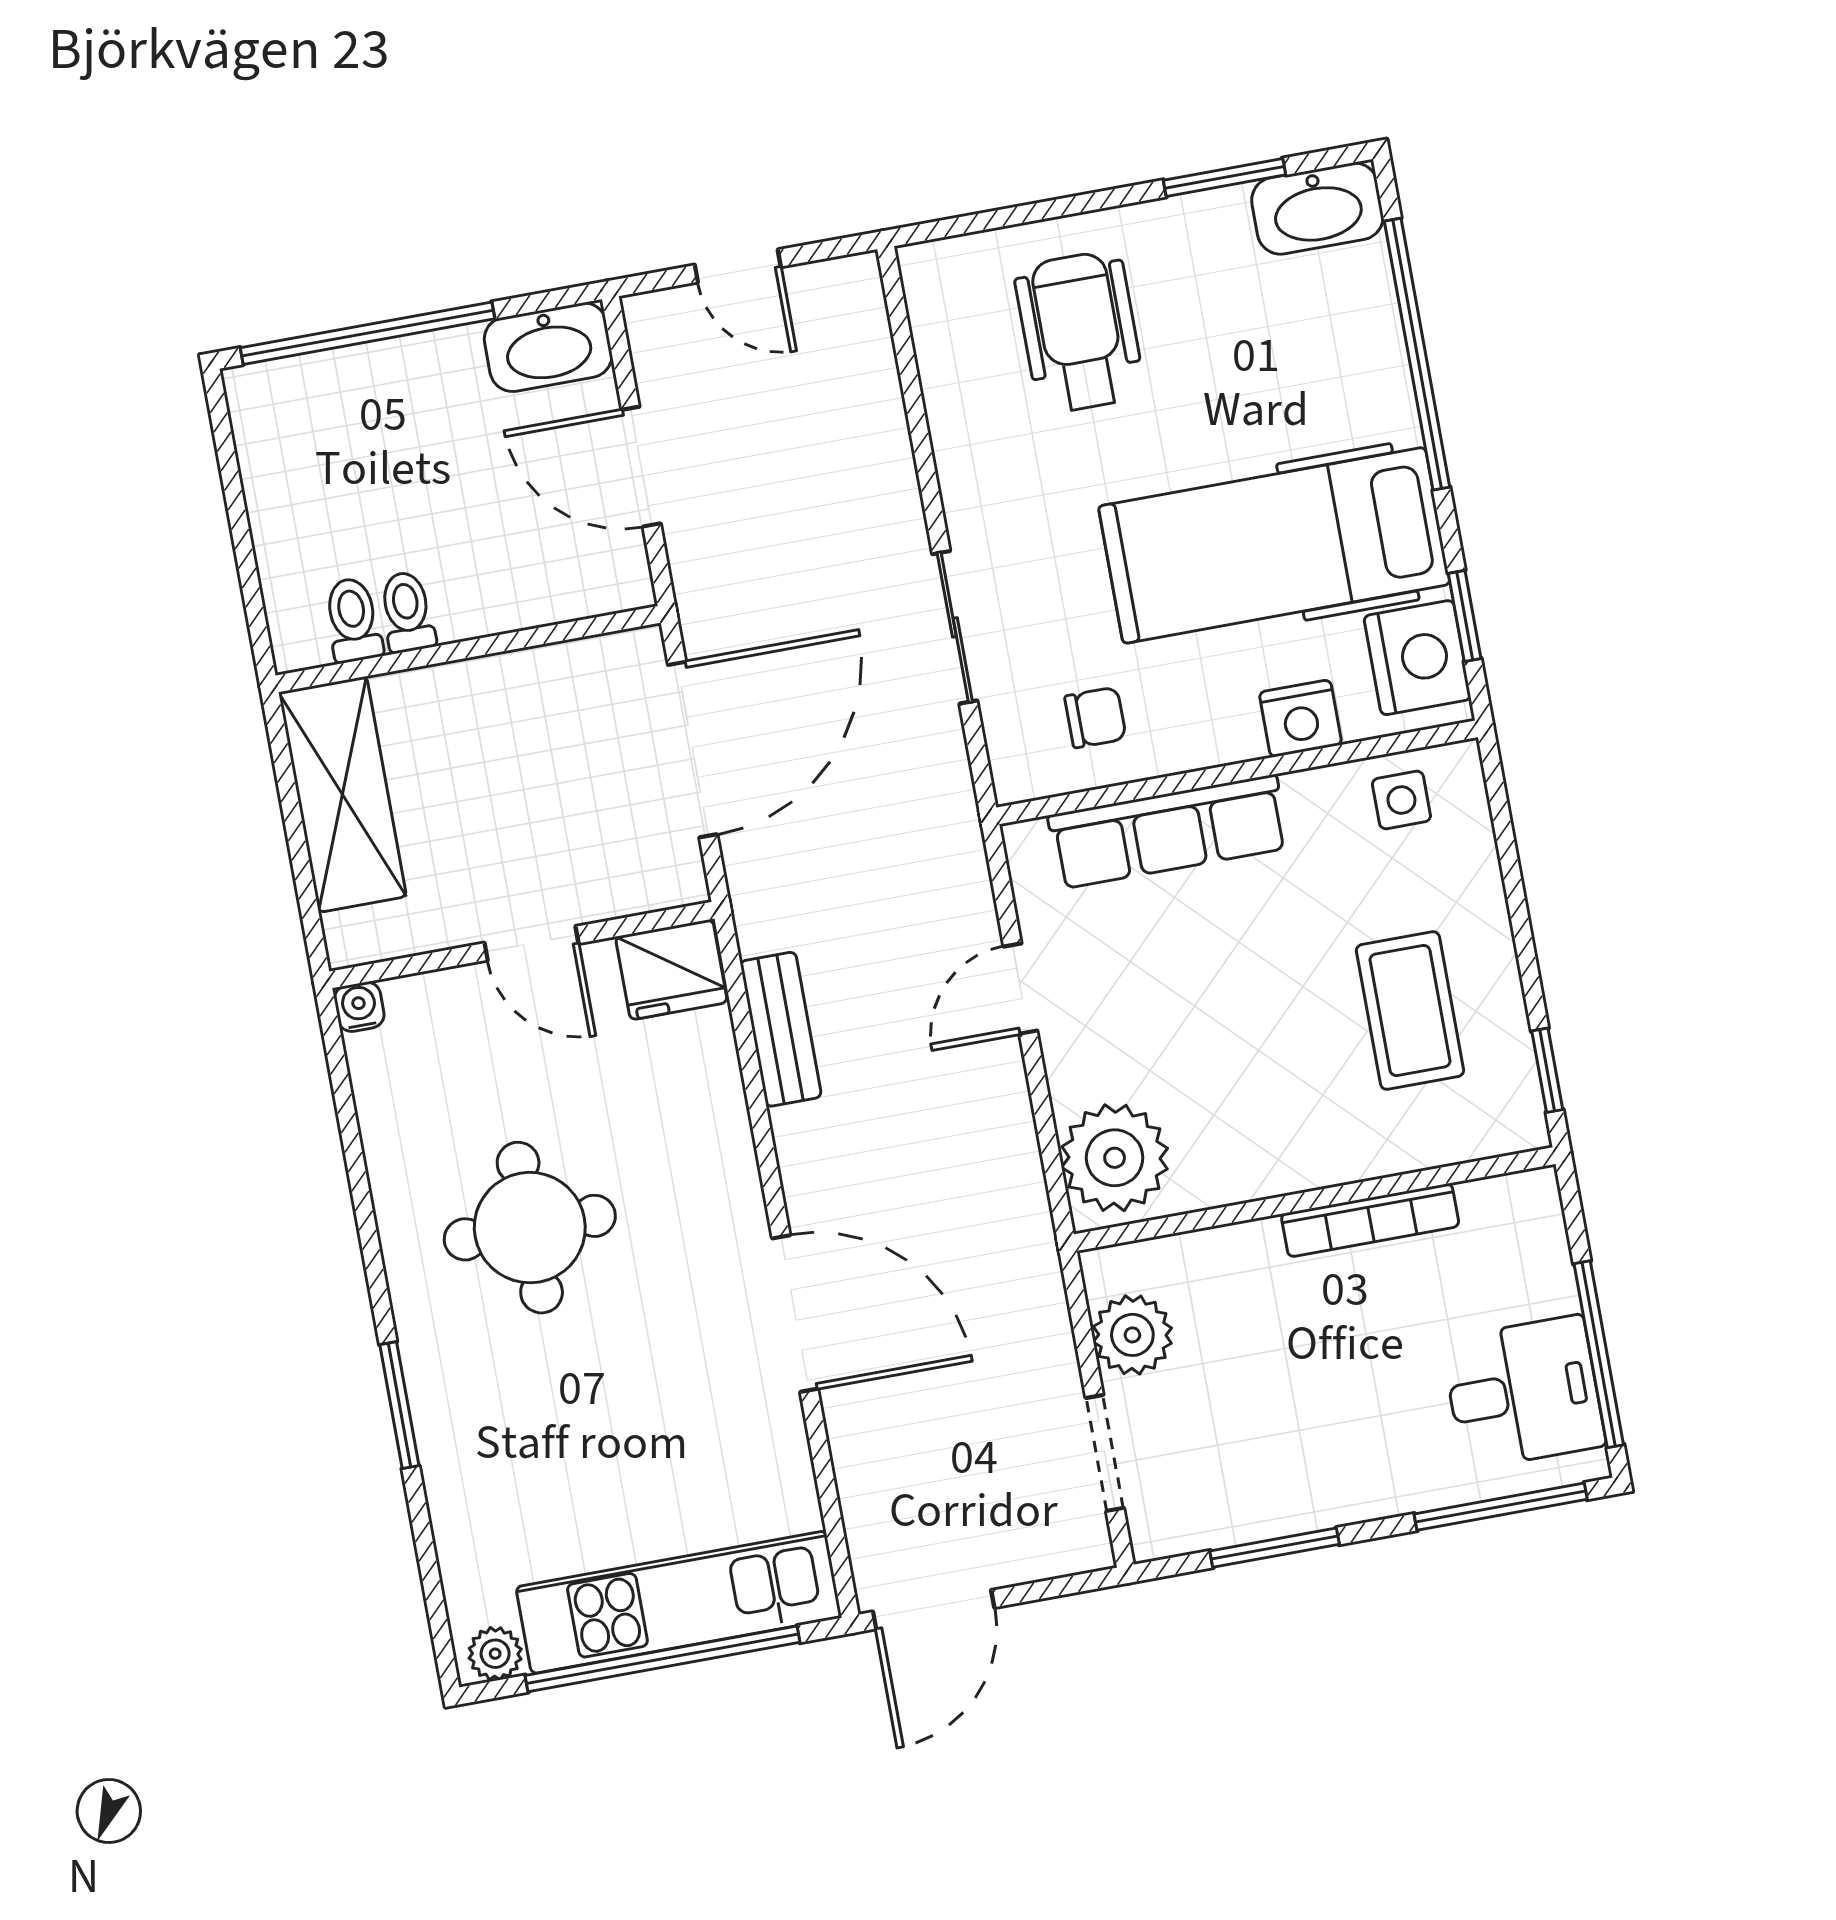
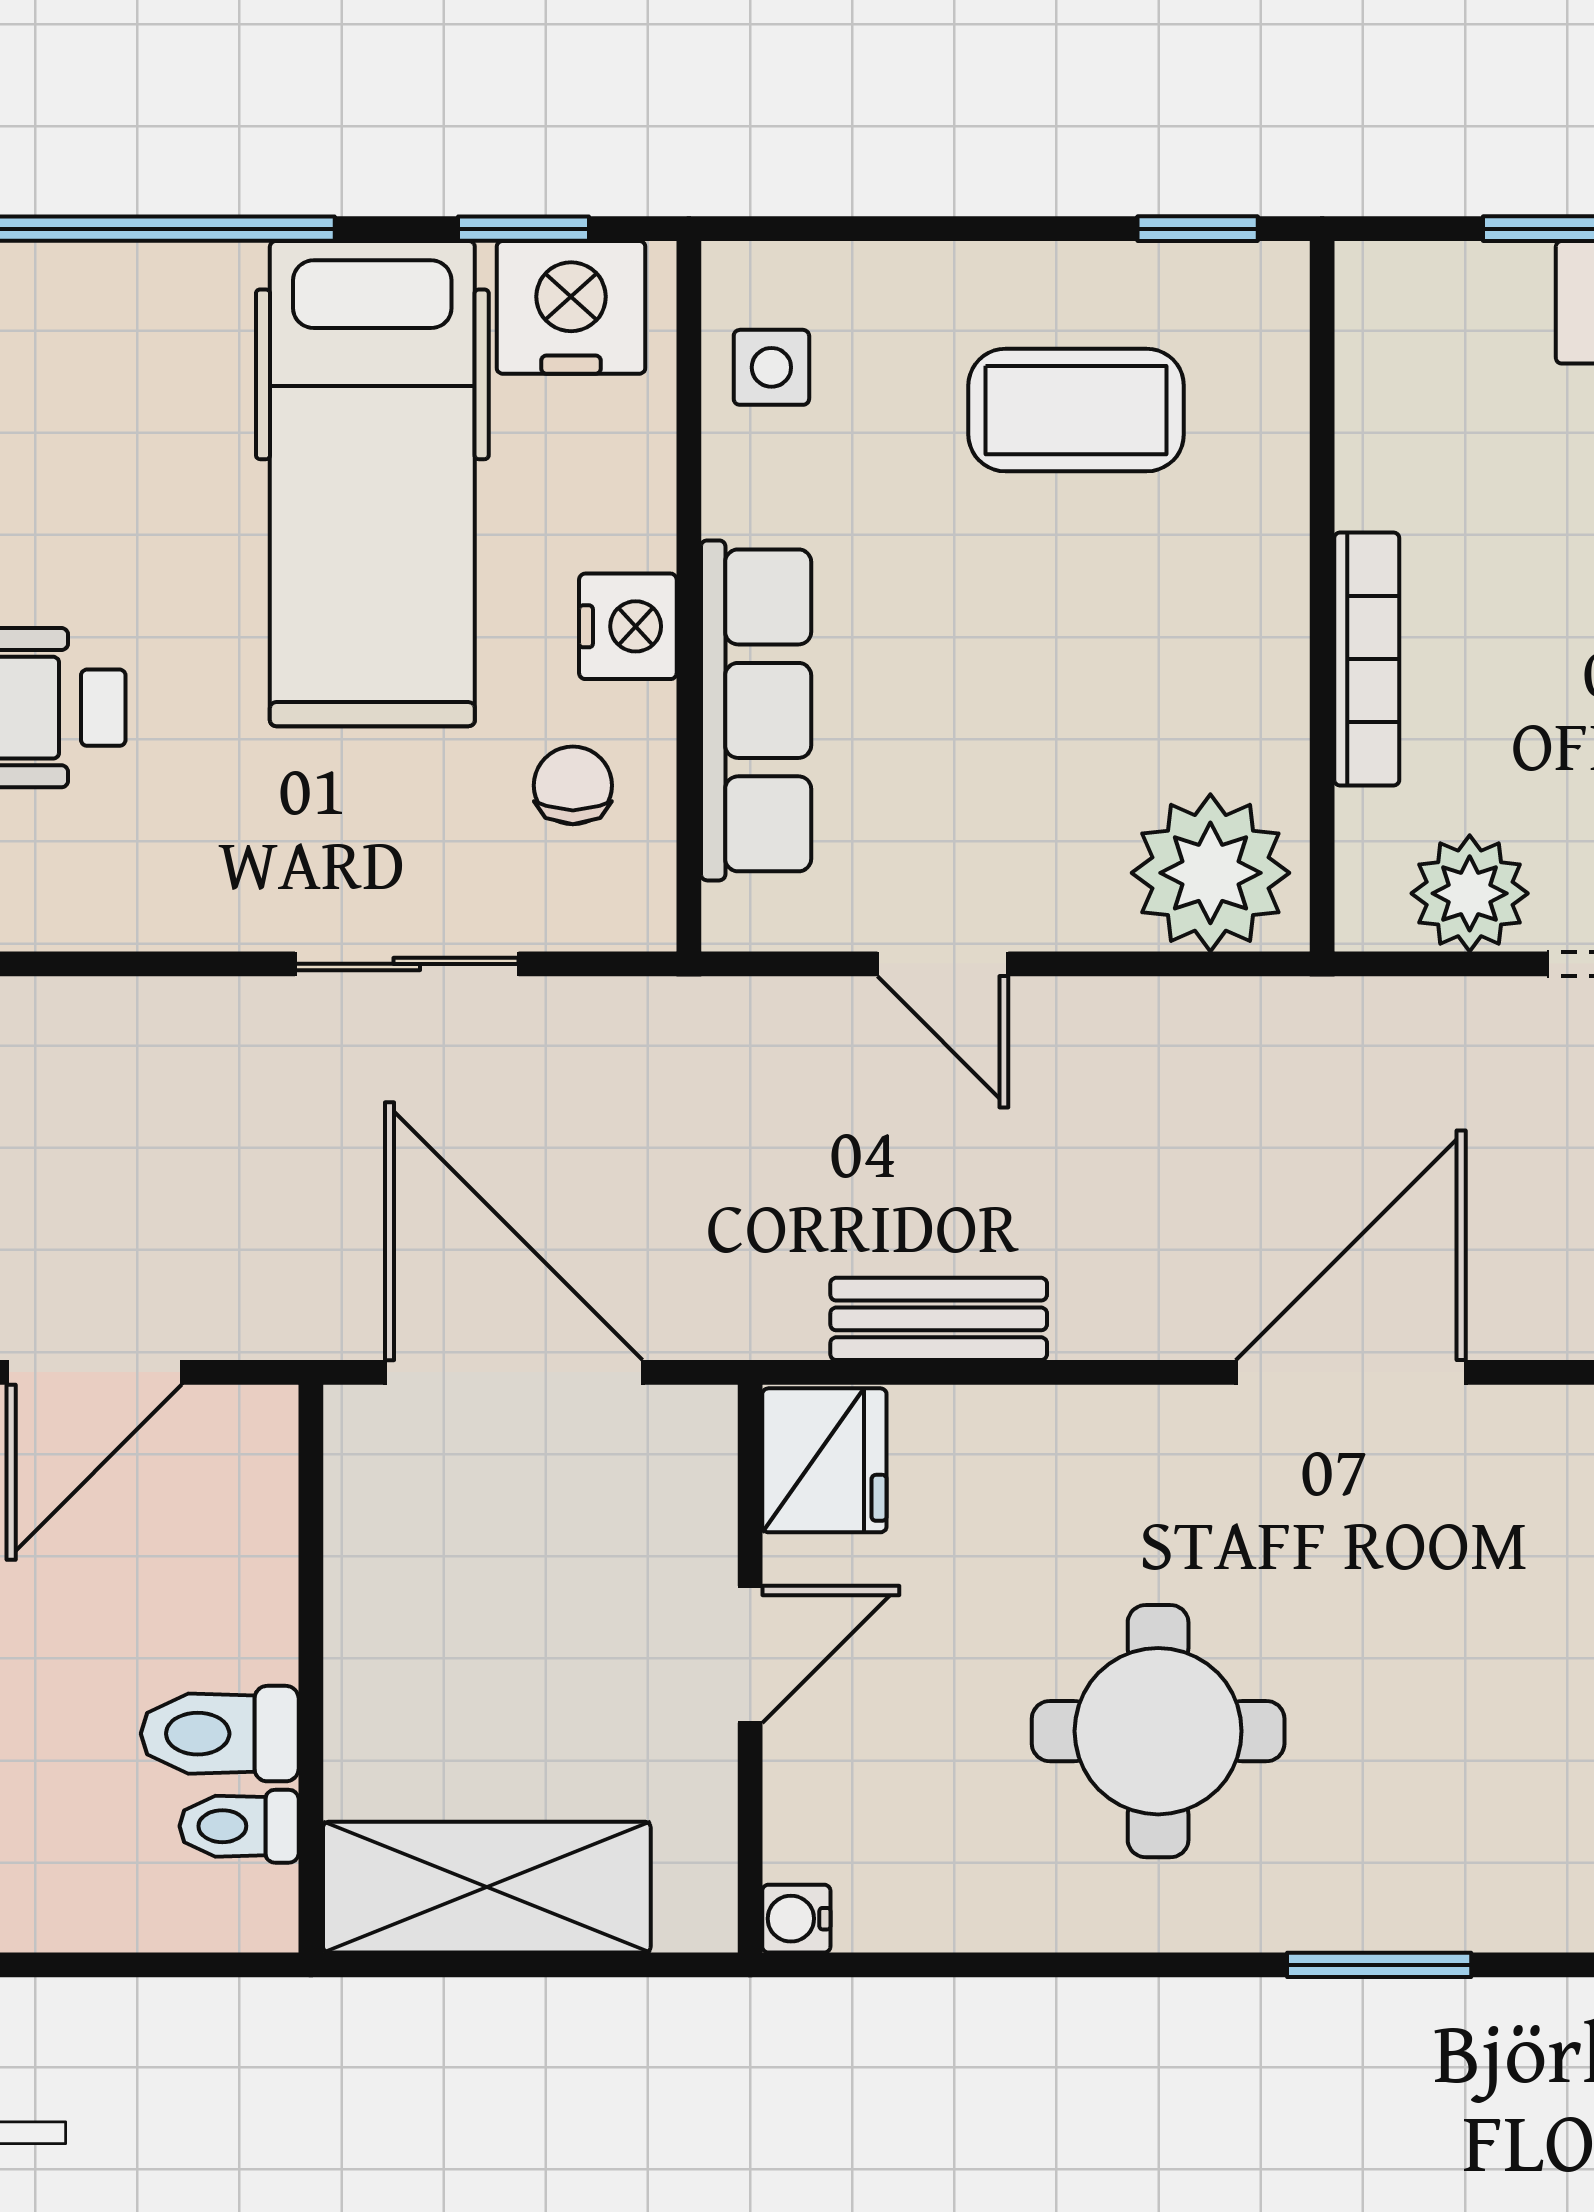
toilet: (407, 612) -> (220, 1734), width x1.37, depth x1.39
nightstand: (1300, 718) -> (628, 626), moved
bookcase: (1370, 1220) -> (1367, 659), moved

